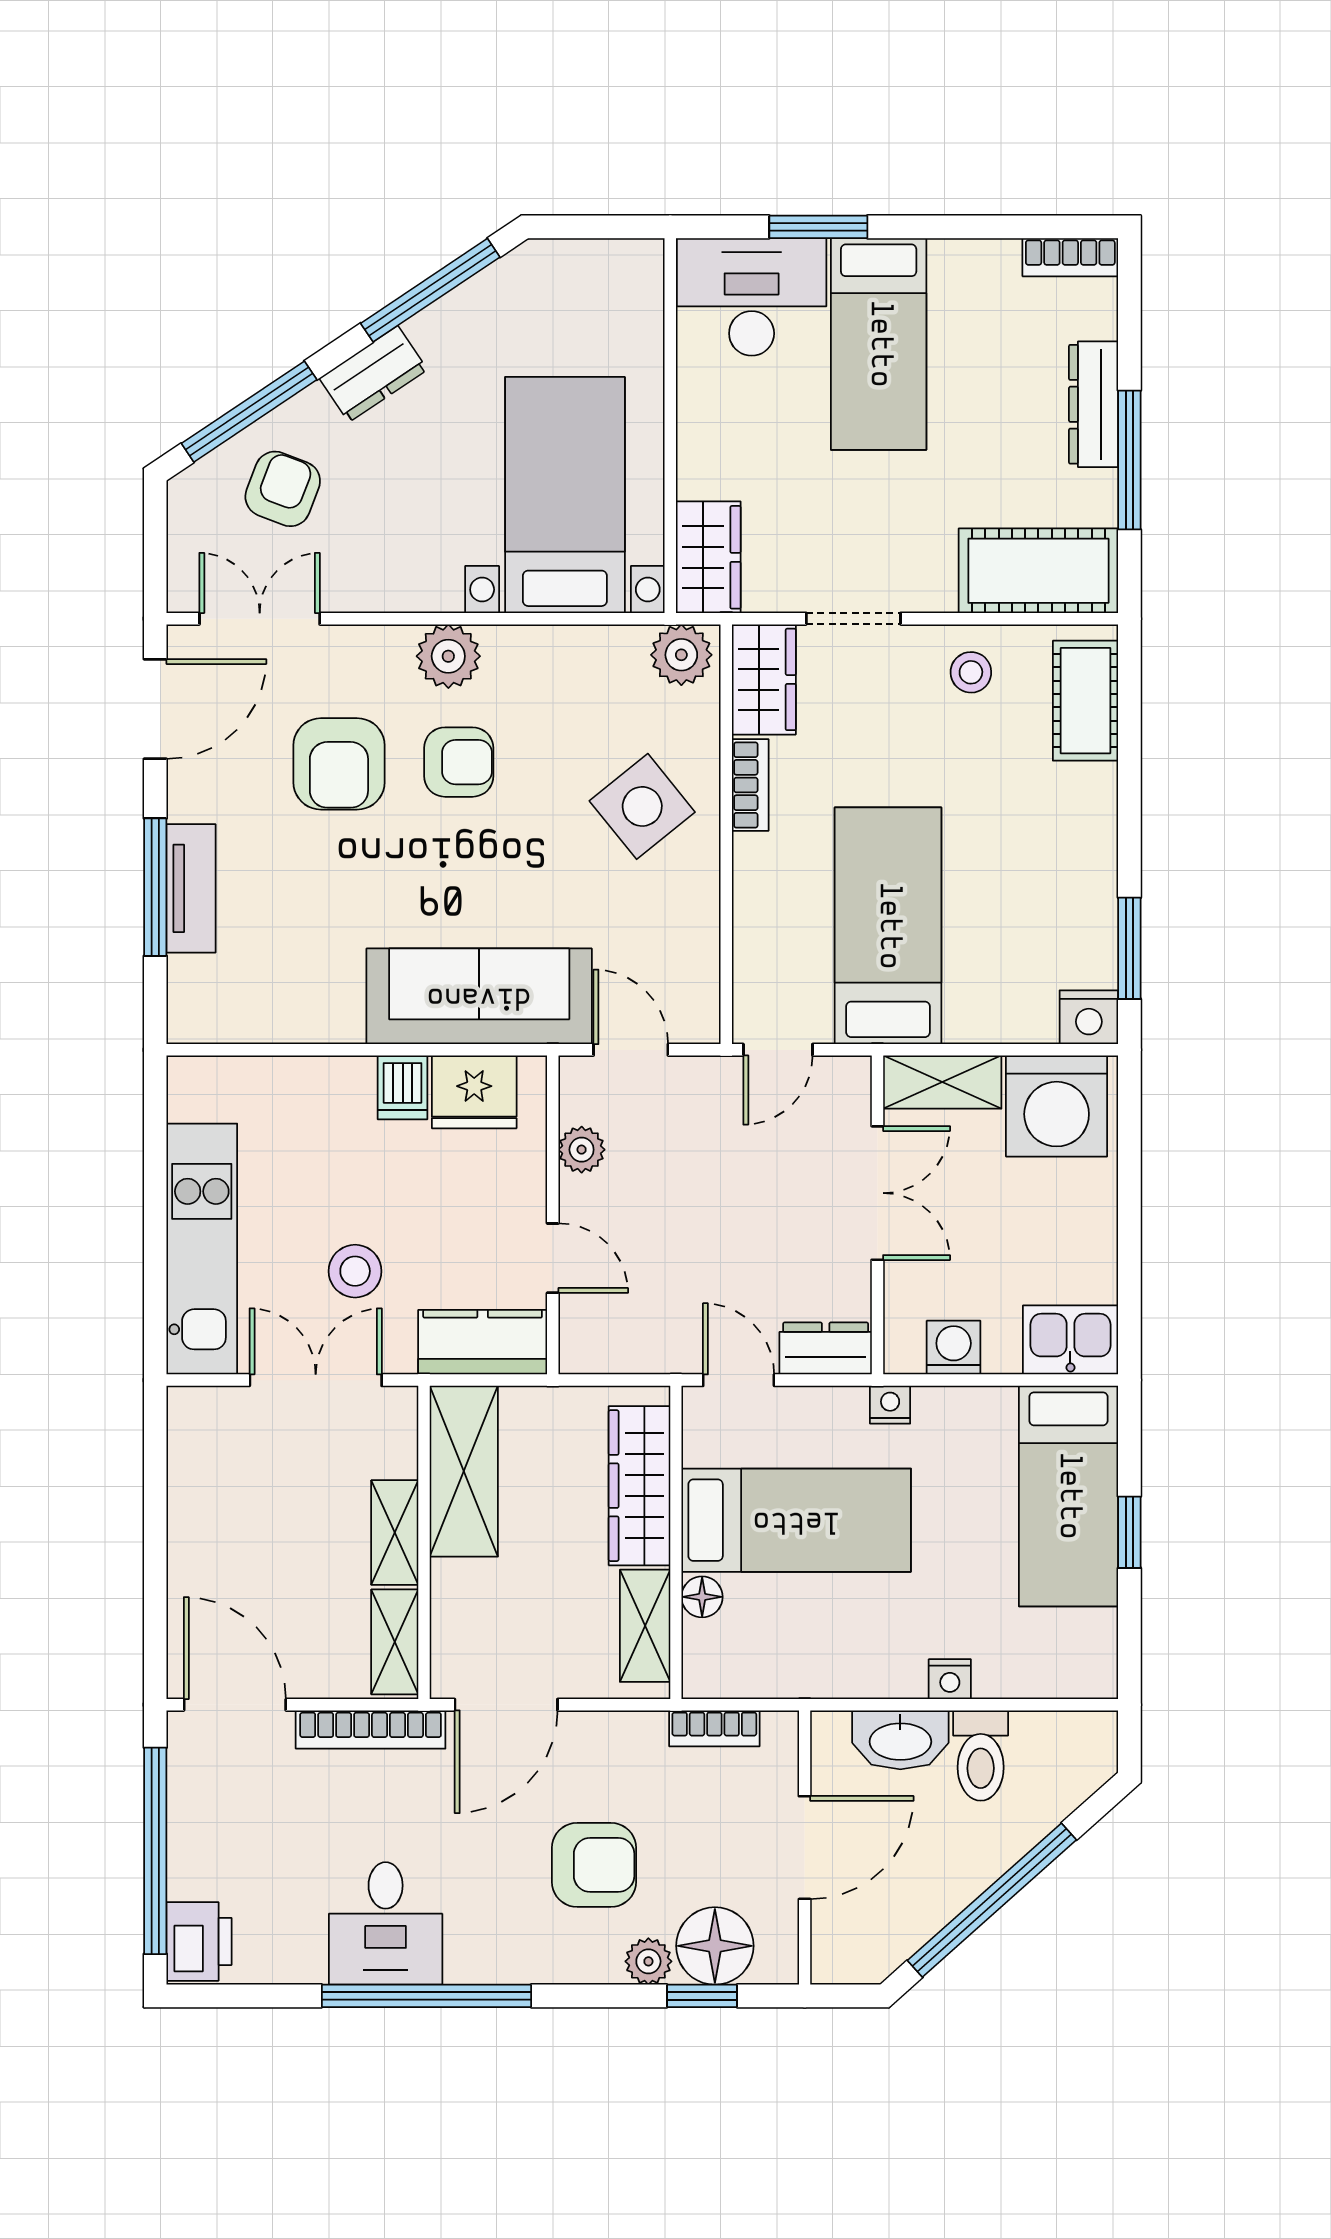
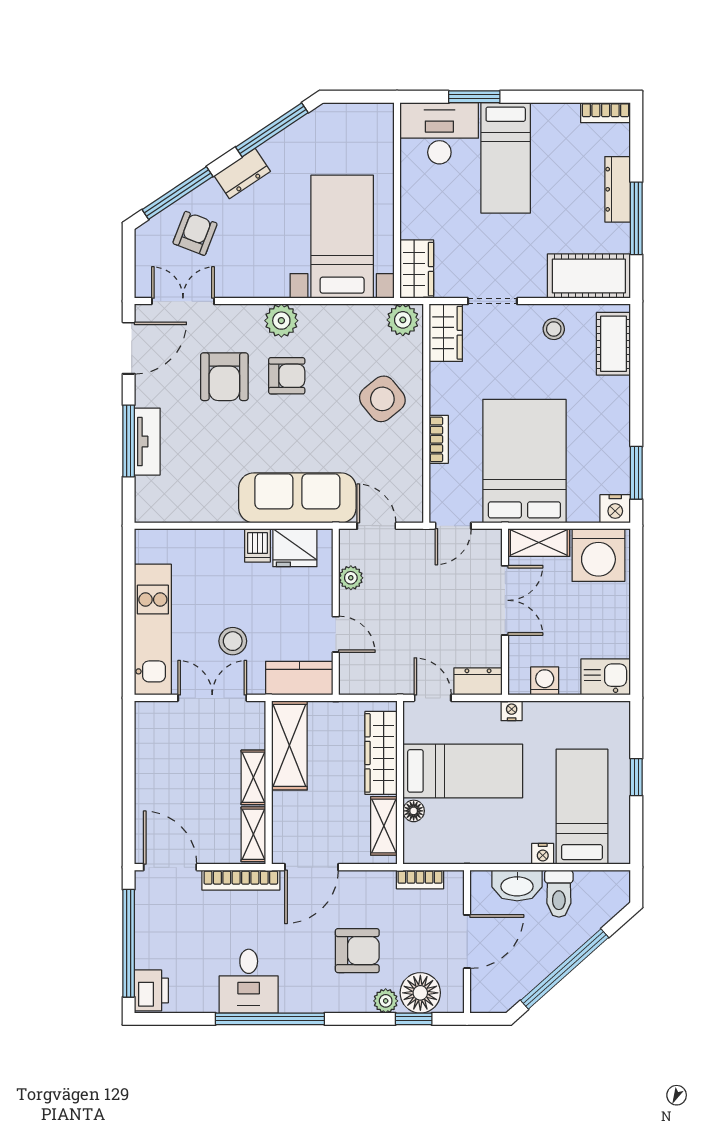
bookcase: (750, 785) -> (439, 439), moved
bed: (888, 926) -> (524, 461), width x1.50
bed: (1068, 1496) -> (582, 807), moved, turned 180

